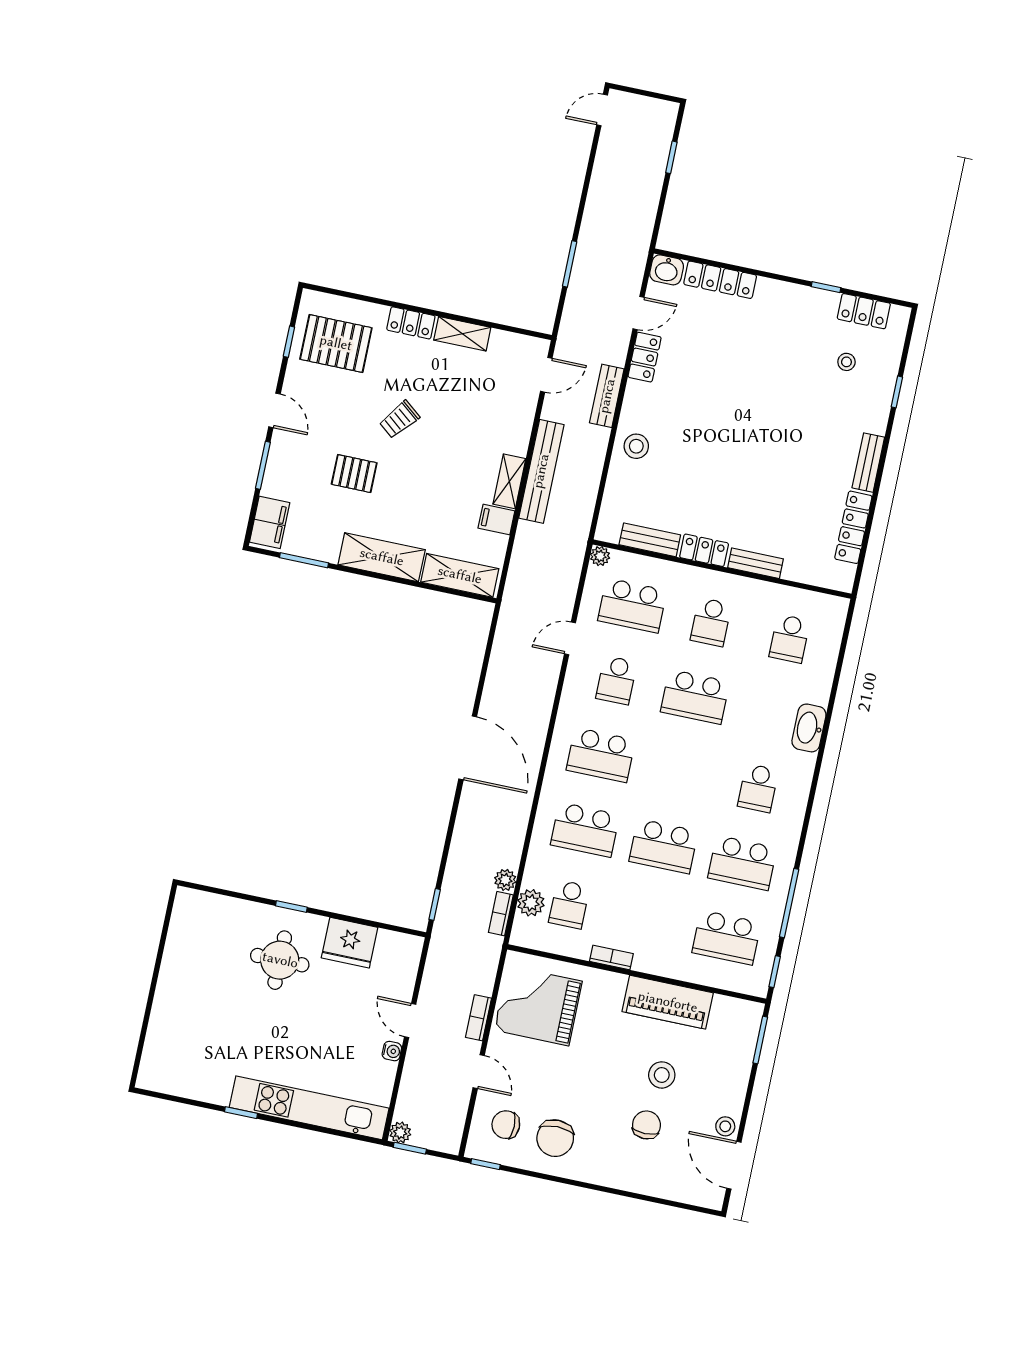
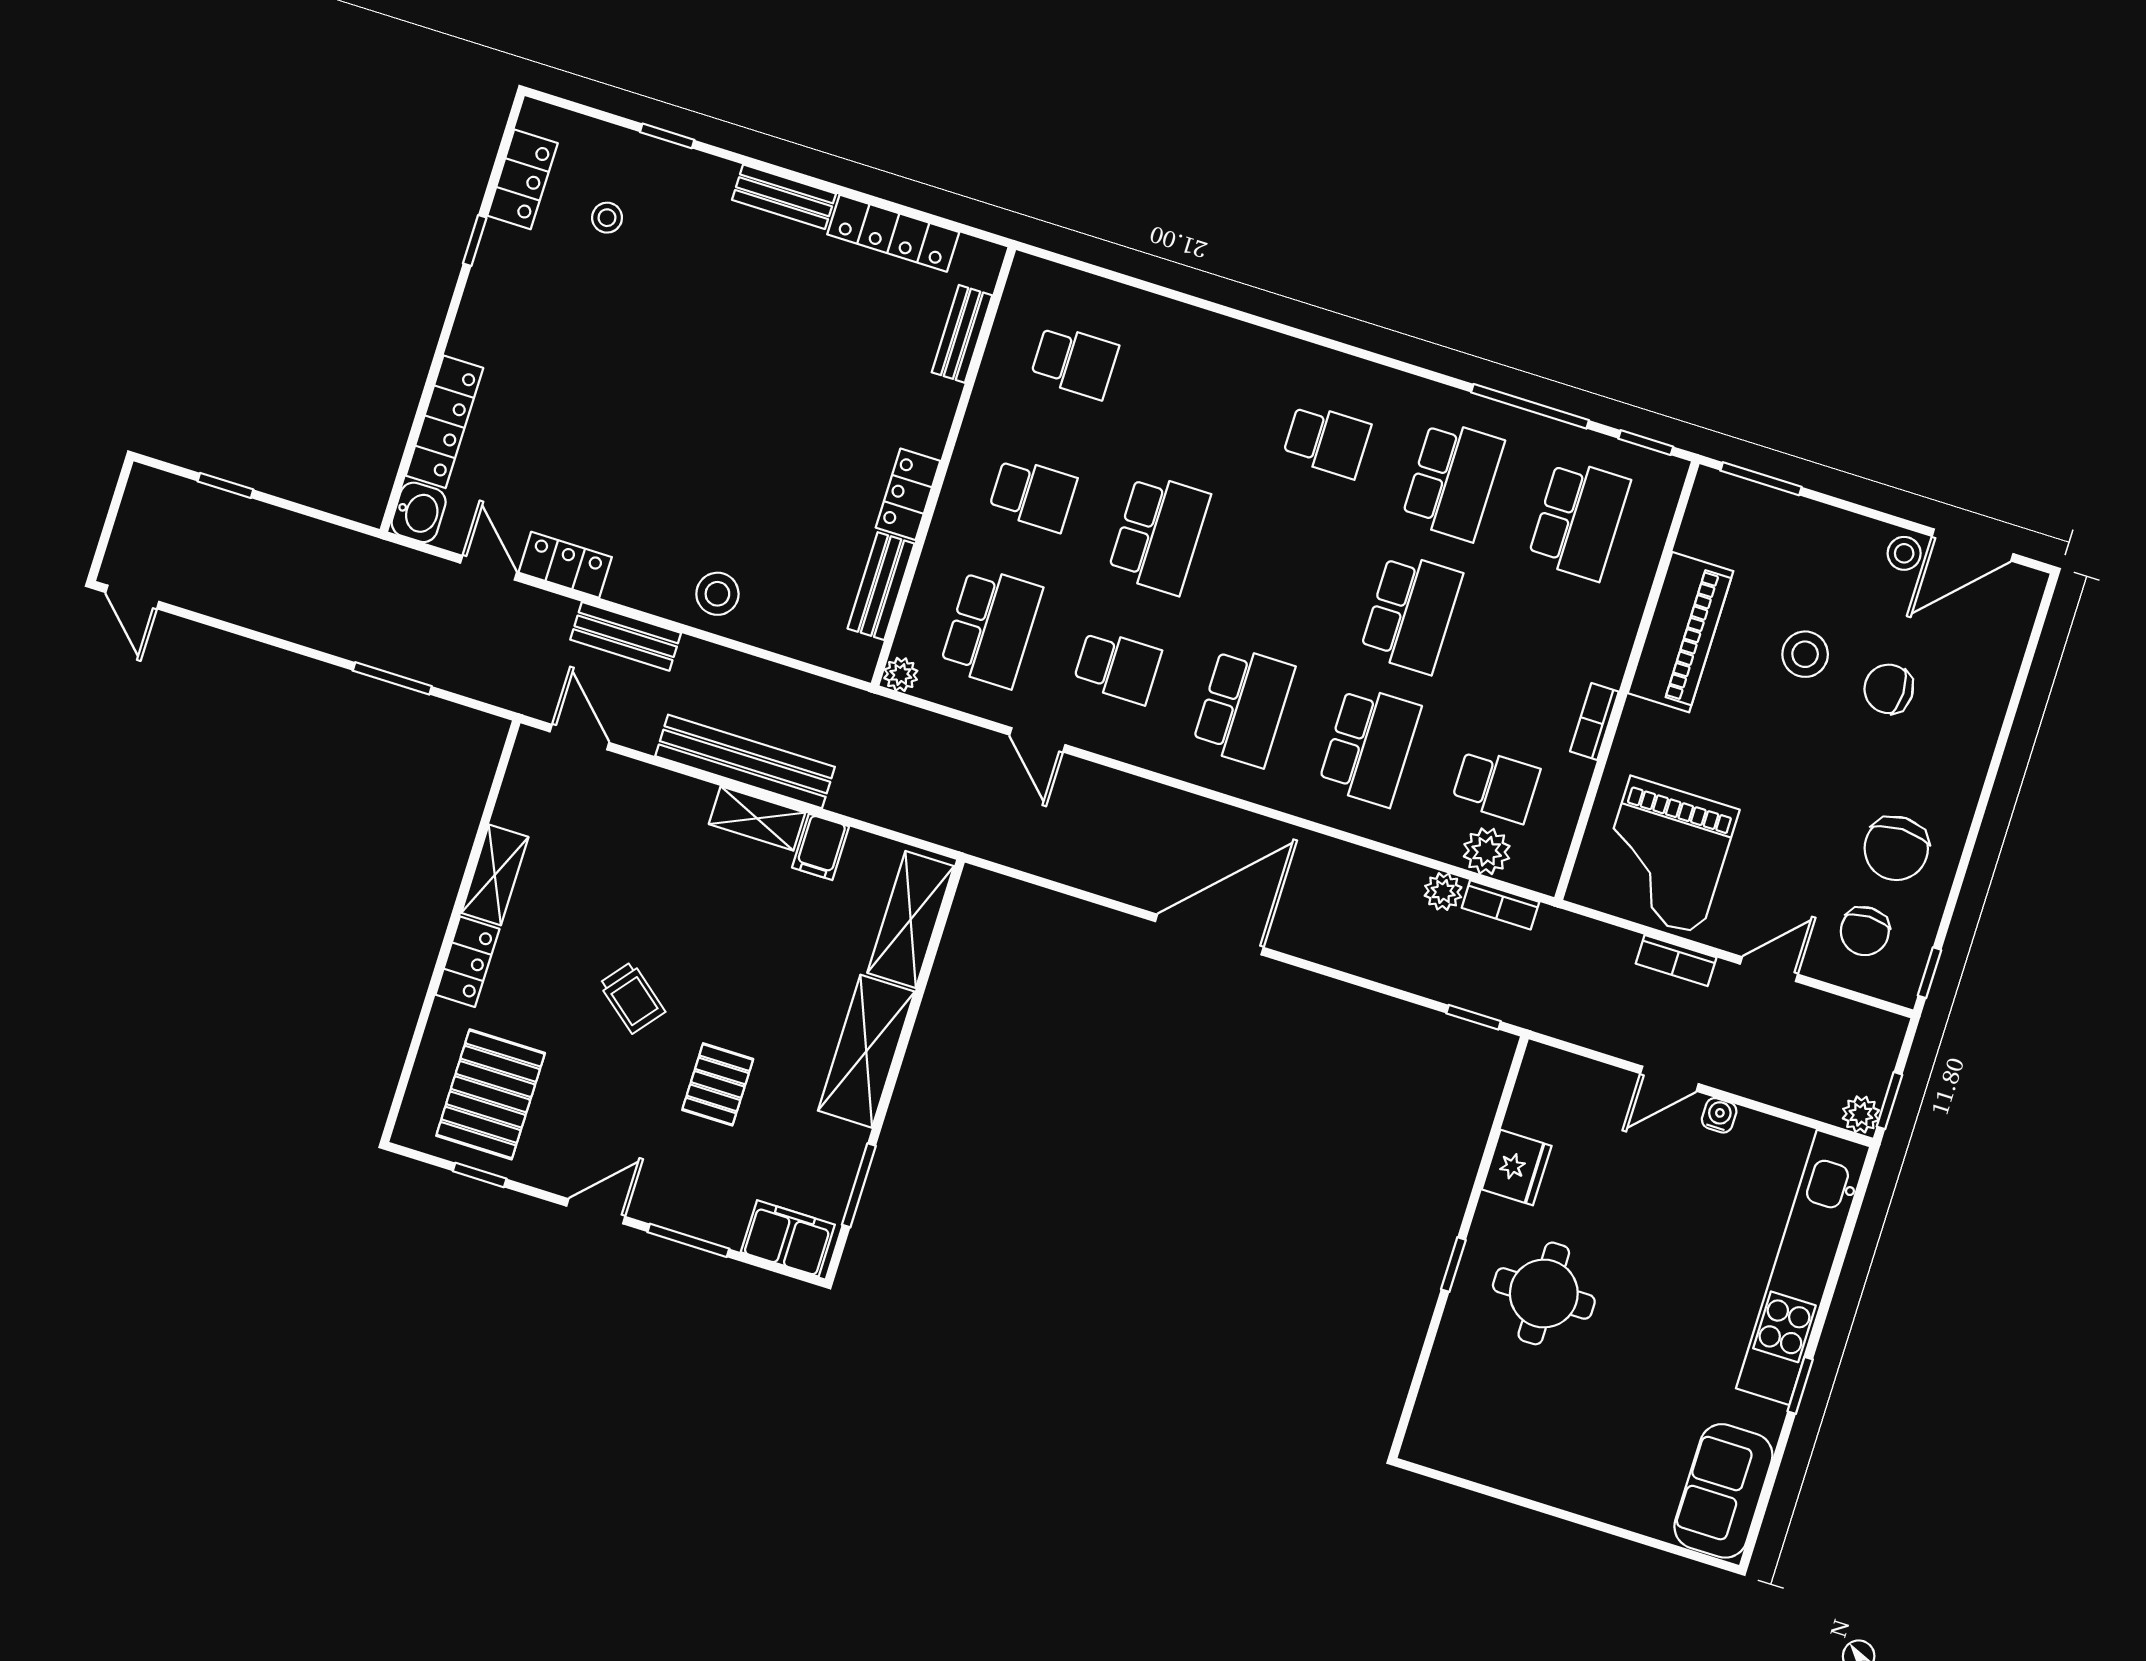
bench: (756, 563) -> (962, 334), moved
washbasin: (809, 728) -> (1232, 343), removed
fridge: (350, 943) -> (1517, 1168), width x0.73, depth x0.75
sofa: (176, 1074) -> (1723, 1491), added
chair: (555, 1138) -> (1896, 848), turned 90

